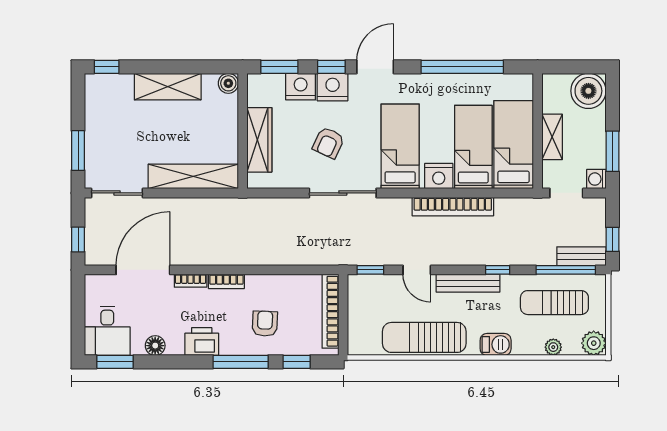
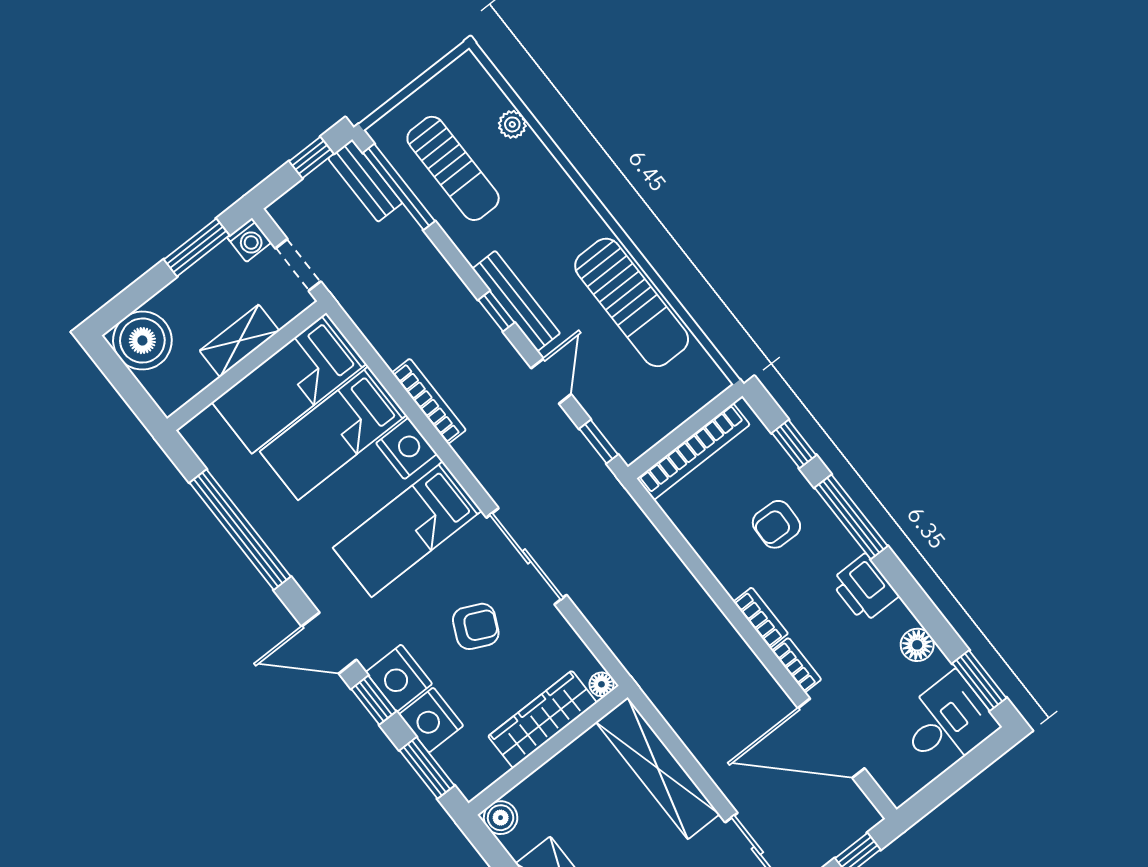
floor lamp: (254, 181) -> (601, 684), added
bookcase: (453, 207) -> (429, 401), width x0.68, depth x0.76
window: (498, 270) -> (496, 311), moved
plant: (594, 343) -> (466, 76), removed
barbecue: (496, 344) -> (568, 202), removed

